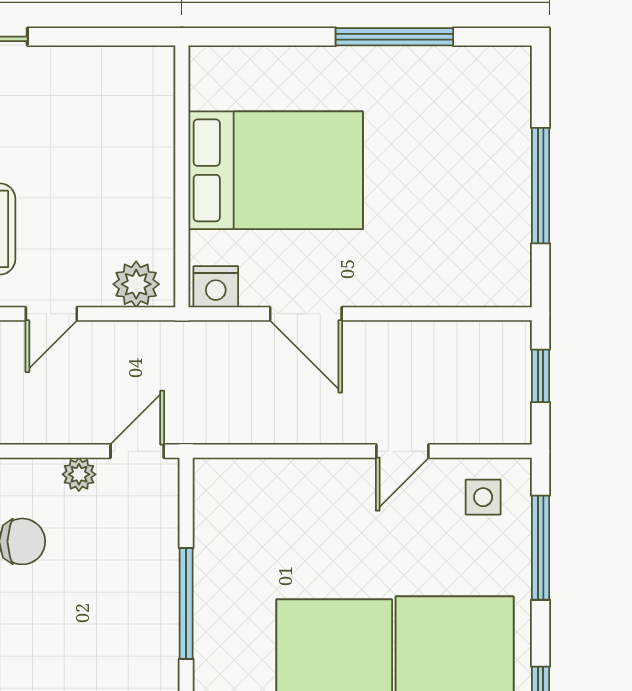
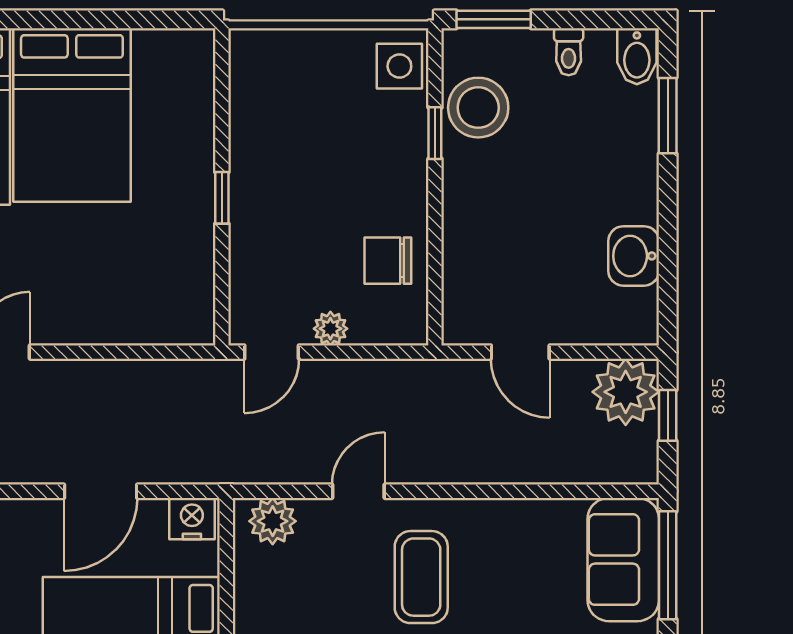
door: (306, 314) -> (101, 491), swing flipped
window: (186, 603) -> (222, 198), width x0.46

